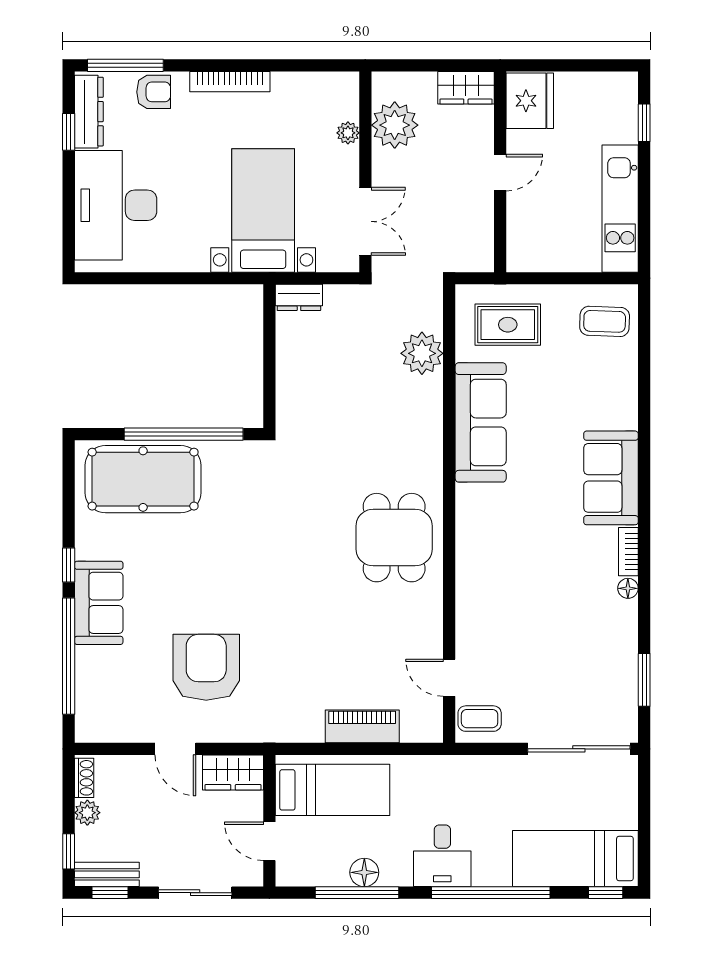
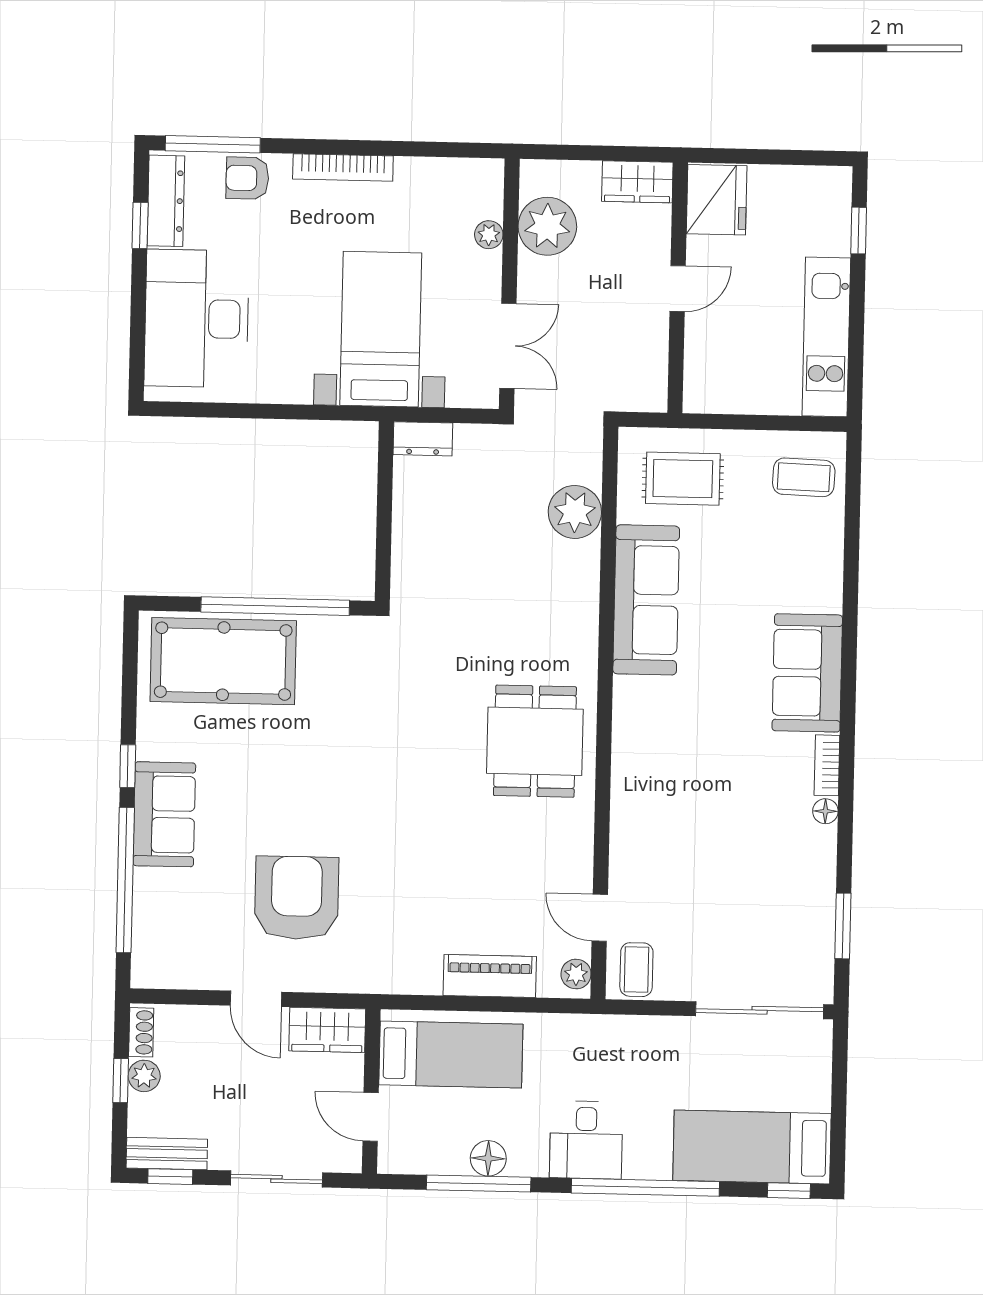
armchair: (154, 92) -> (247, 178), turned 180
coffee table: (480, 719) -> (636, 970), turned 90
plant: (431, 723) -> (576, 974), added
window: (69, 851) -> (121, 1081), moved

